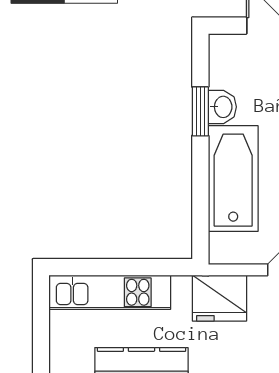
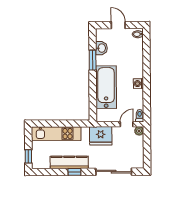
washbasin: (222, 107) -> (101, 48), moved
window: (41, 348) -> (28, 156), added

